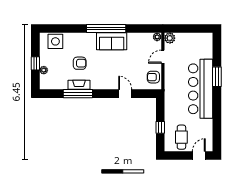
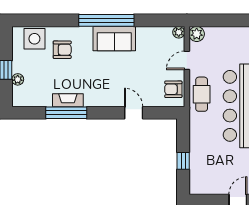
armchair: (80, 63) -> (62, 50), moved
cafe table: (181, 137) -> (202, 94), moved

